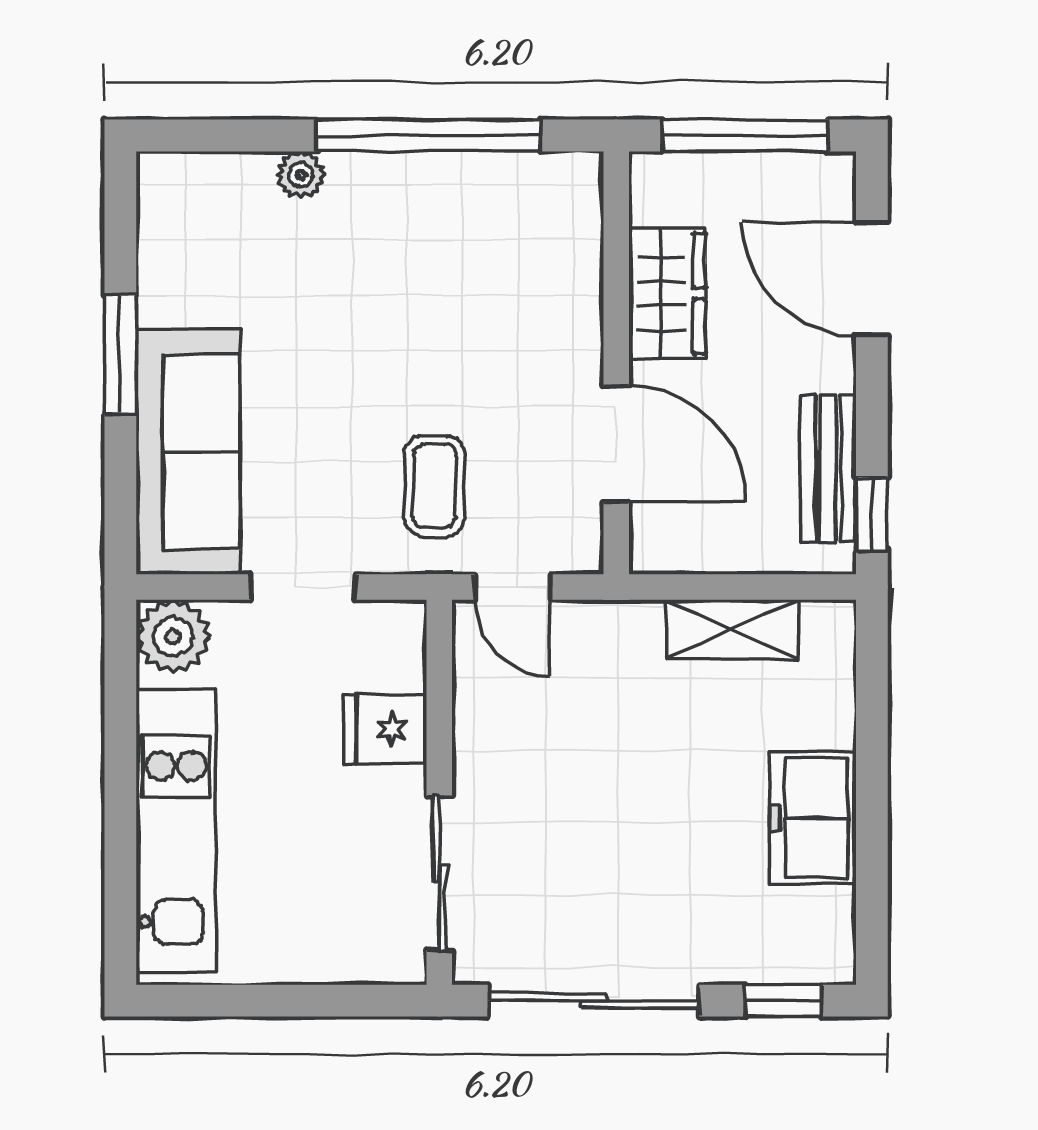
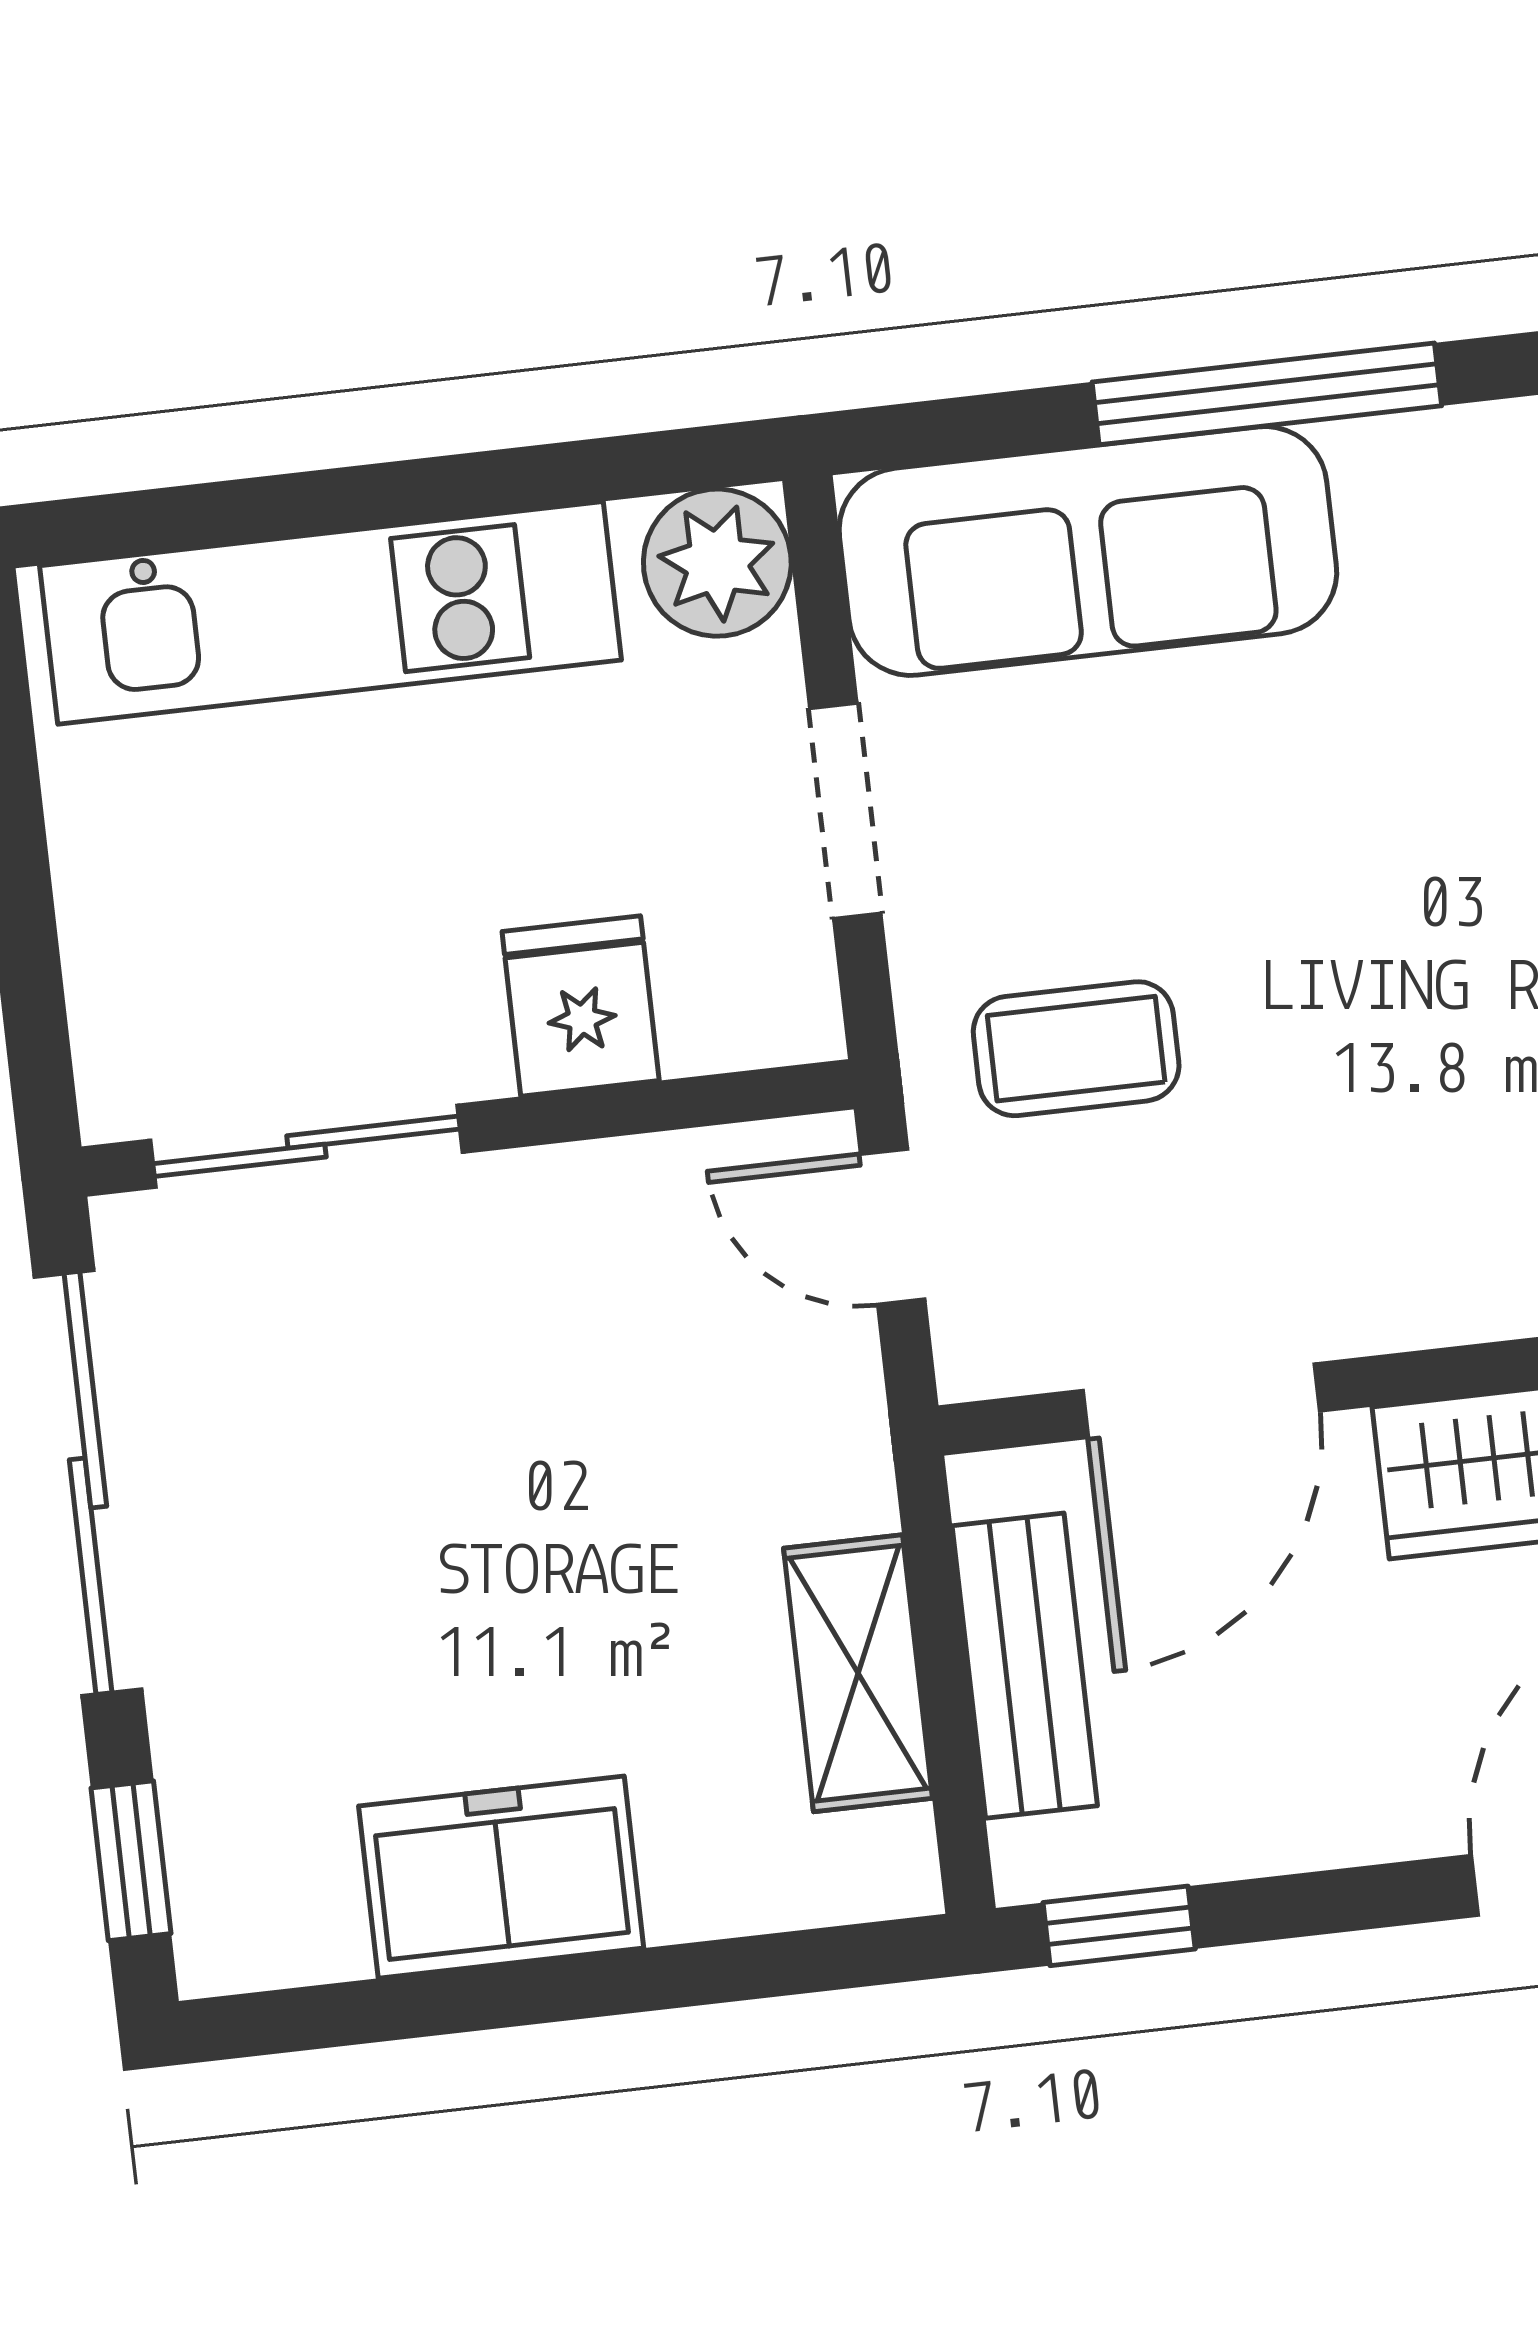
window: (120, 354) -> (1267, 394), width x1.44
bench: (828, 468) -> (1025, 1666), moved, turned 90
door: (512, 587) -> (893, 1227), hinge flipped

